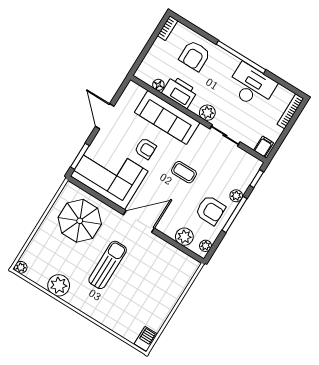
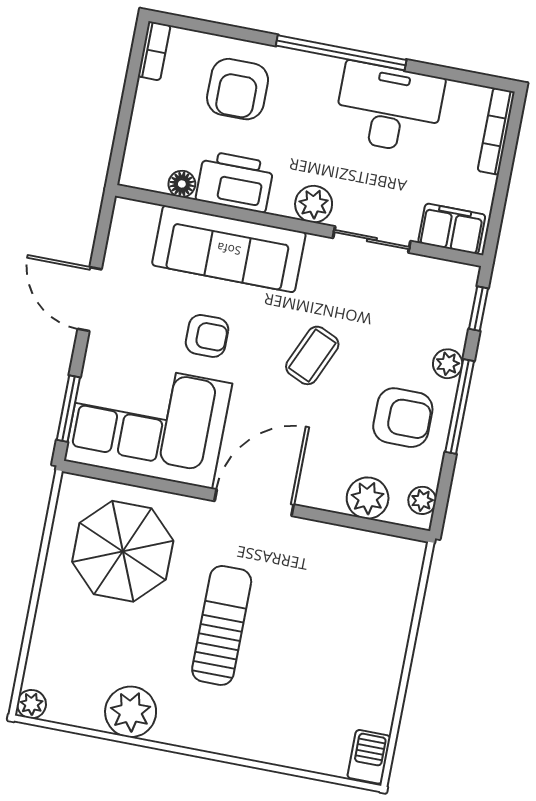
filing cabinet: (264, 147) -> (452, 229), width x2.00
coffee table: (184, 172) -> (312, 355), turned -66

